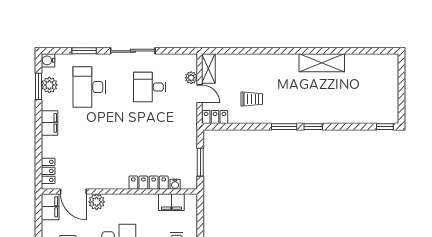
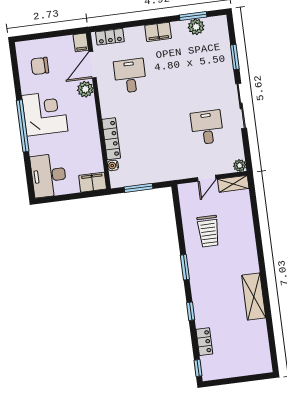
water cooler: (48, 60) -> (221, 22), removed
plant: (191, 78) -> (240, 165), moved
desk: (89, 87) -> (130, 76), moved, width x0.73
trolley: (252, 99) -> (208, 231), width x1.36, depth x1.39
locker: (215, 117) -> (204, 342), moved
window: (313, 127) -> (191, 311), moved
filing cabinet: (171, 202) -> (93, 182), moved, turned 90
filing cabinet: (50, 207) -> (81, 42), width x0.50

